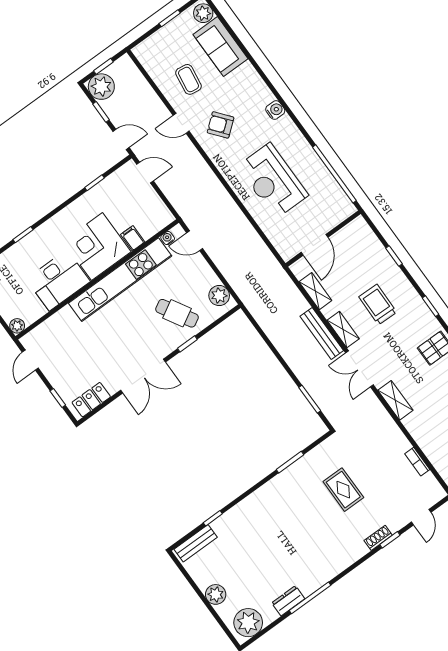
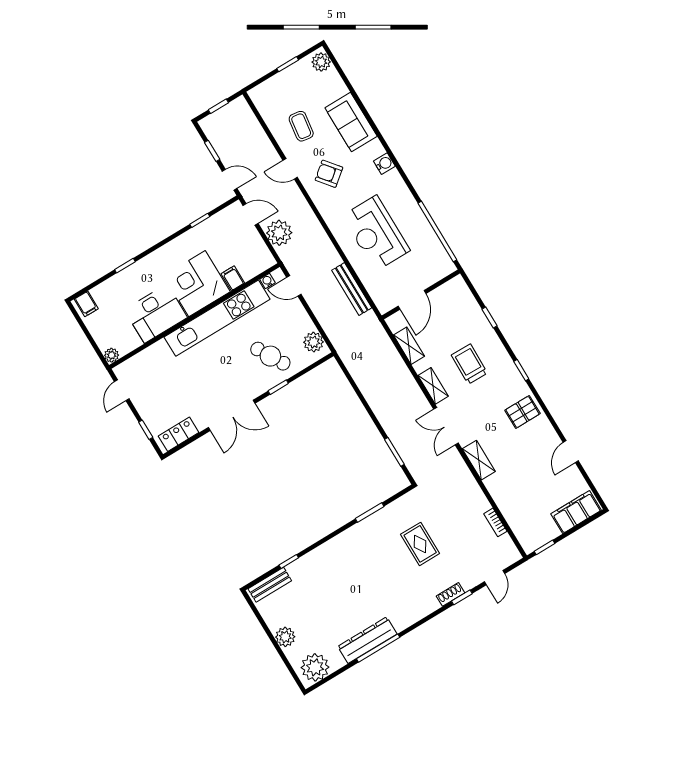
sofa: (220, 47) -> (351, 122), moved
plant: (101, 87) -> (279, 233), moved
bench: (322, 333) -> (352, 289), moved
dresser: (288, 601) -> (367, 640), width x1.96, depth x1.24

